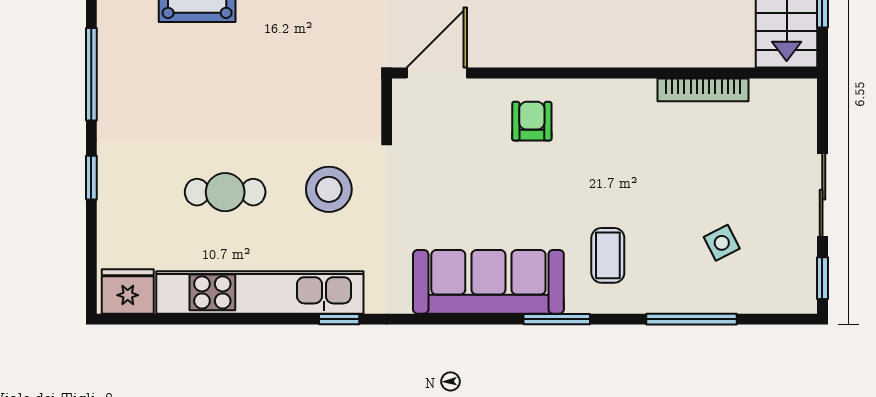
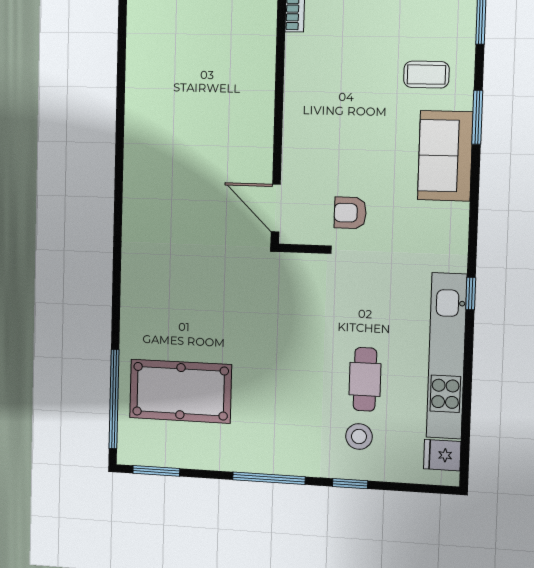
armchair: (532, 121) -> (350, 213), moved
stool: (329, 189) -> (359, 436), moved, width x0.73, depth x0.73
sofa: (488, 282) -> (445, 156), width x0.73
fridge: (128, 291) -> (442, 455), width x0.72

